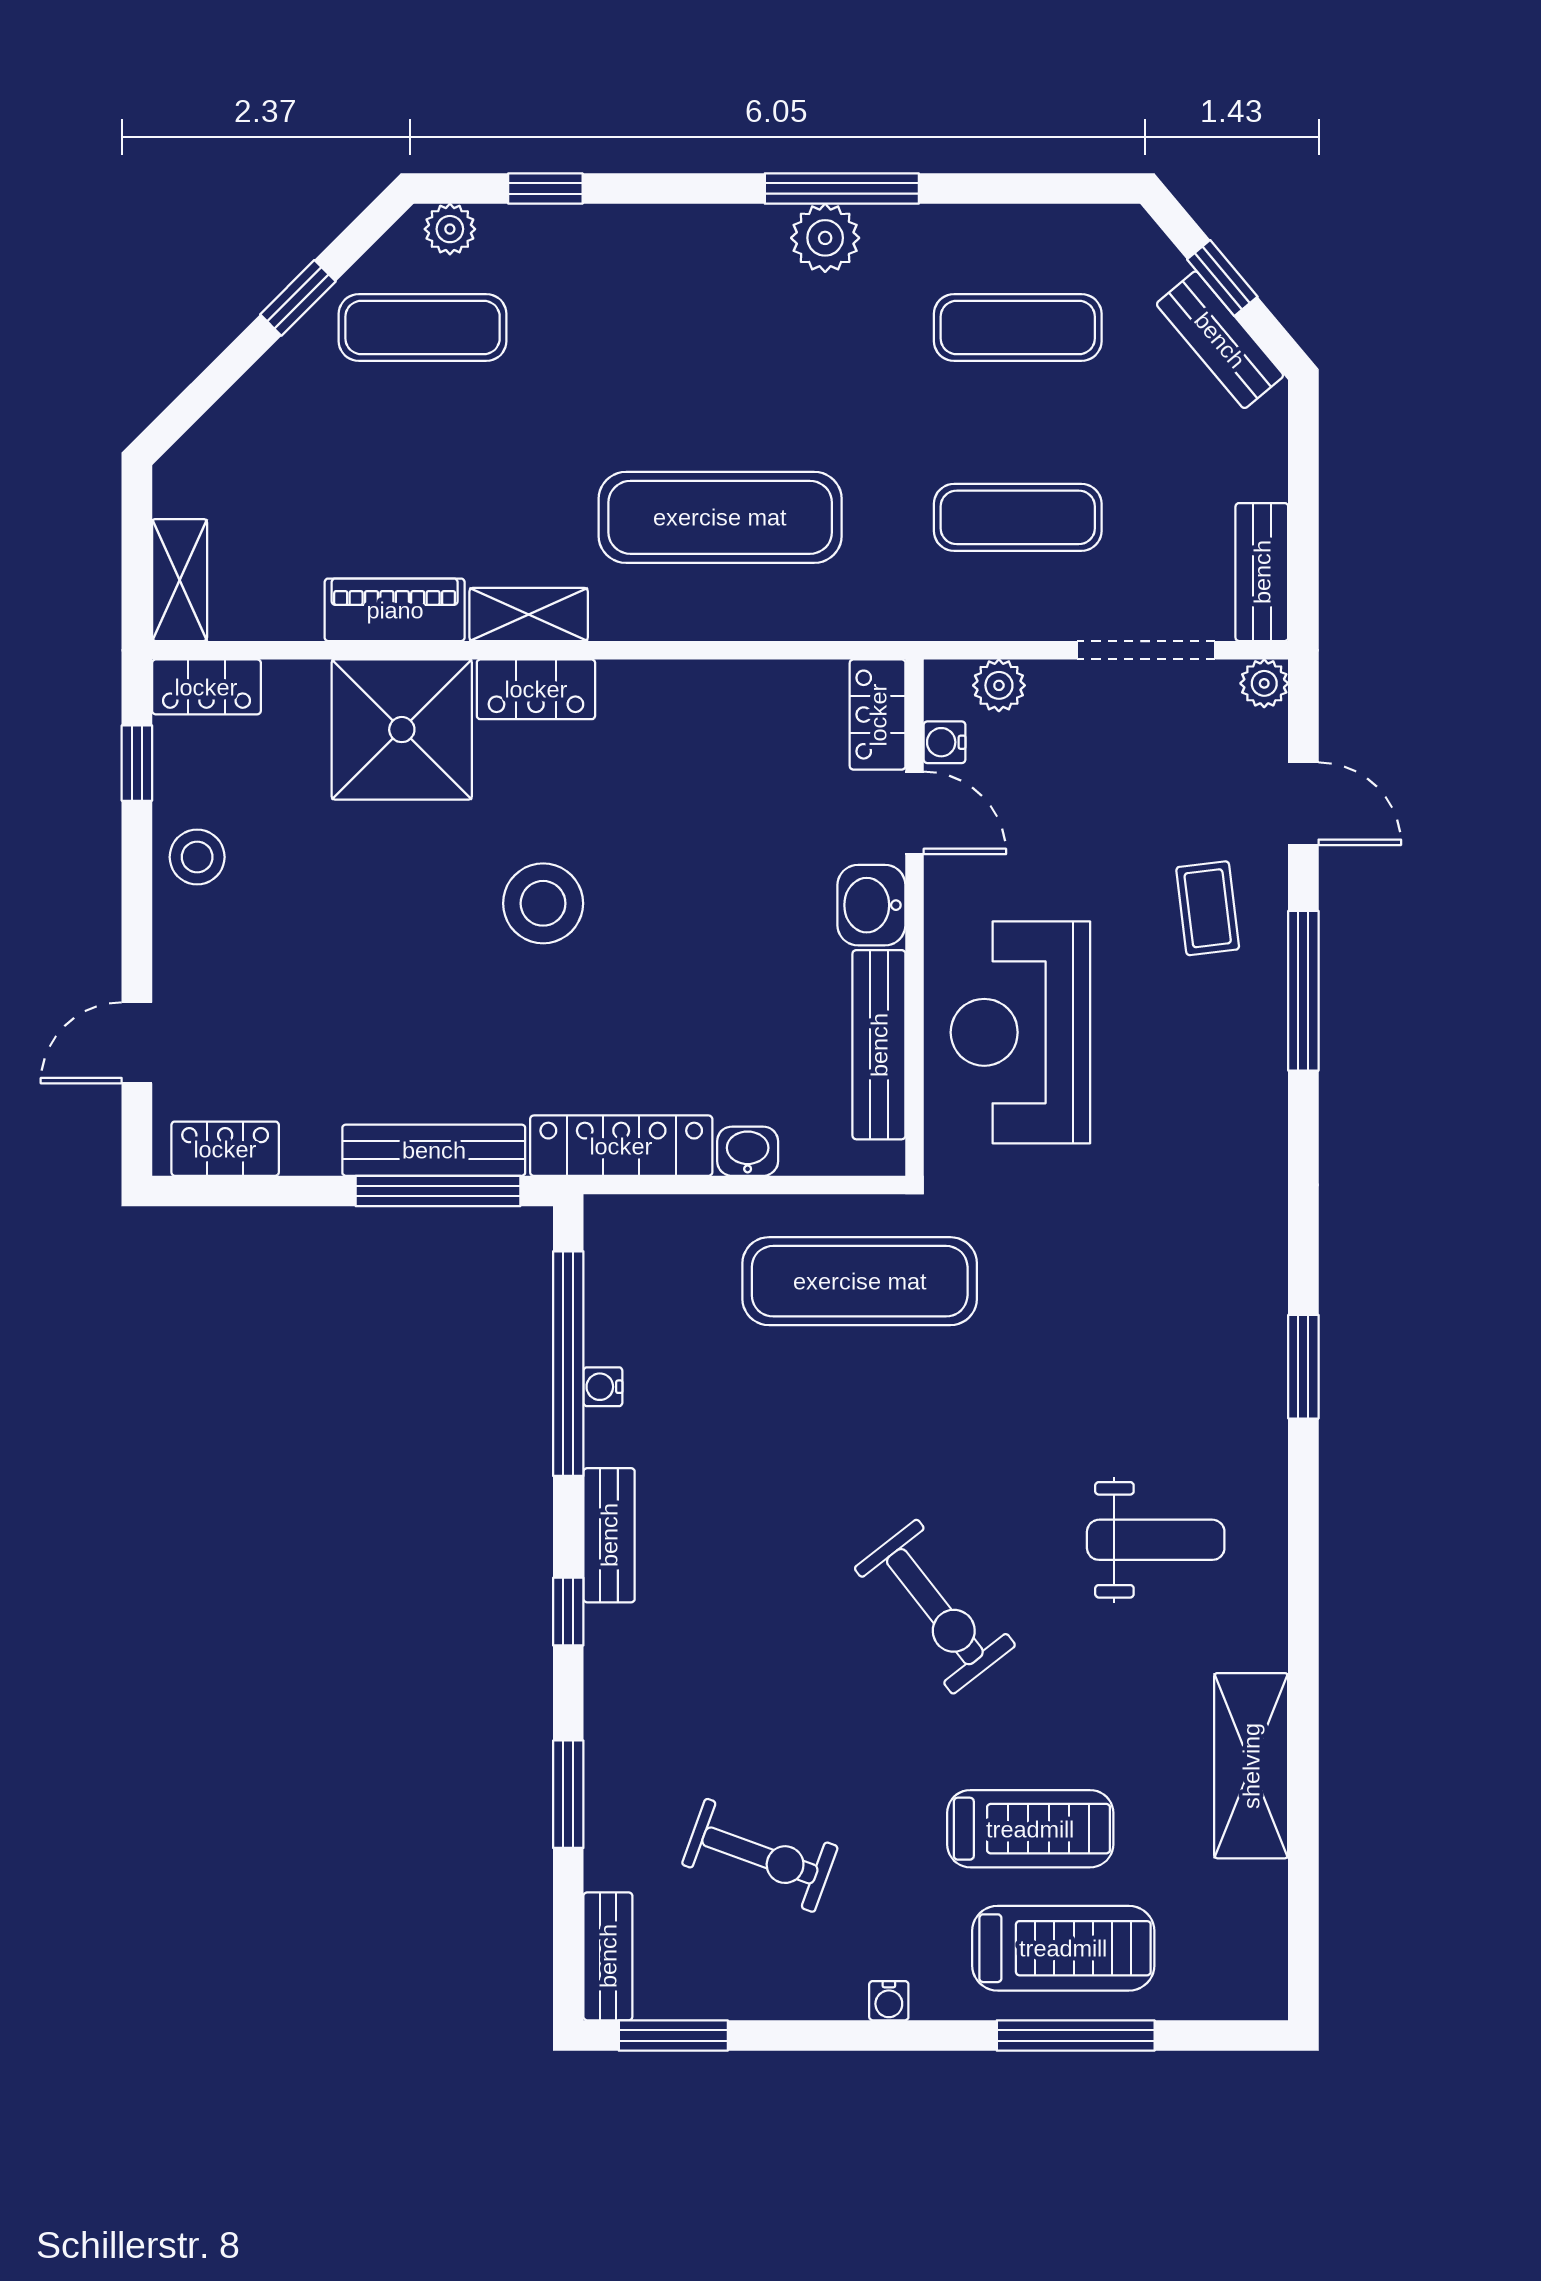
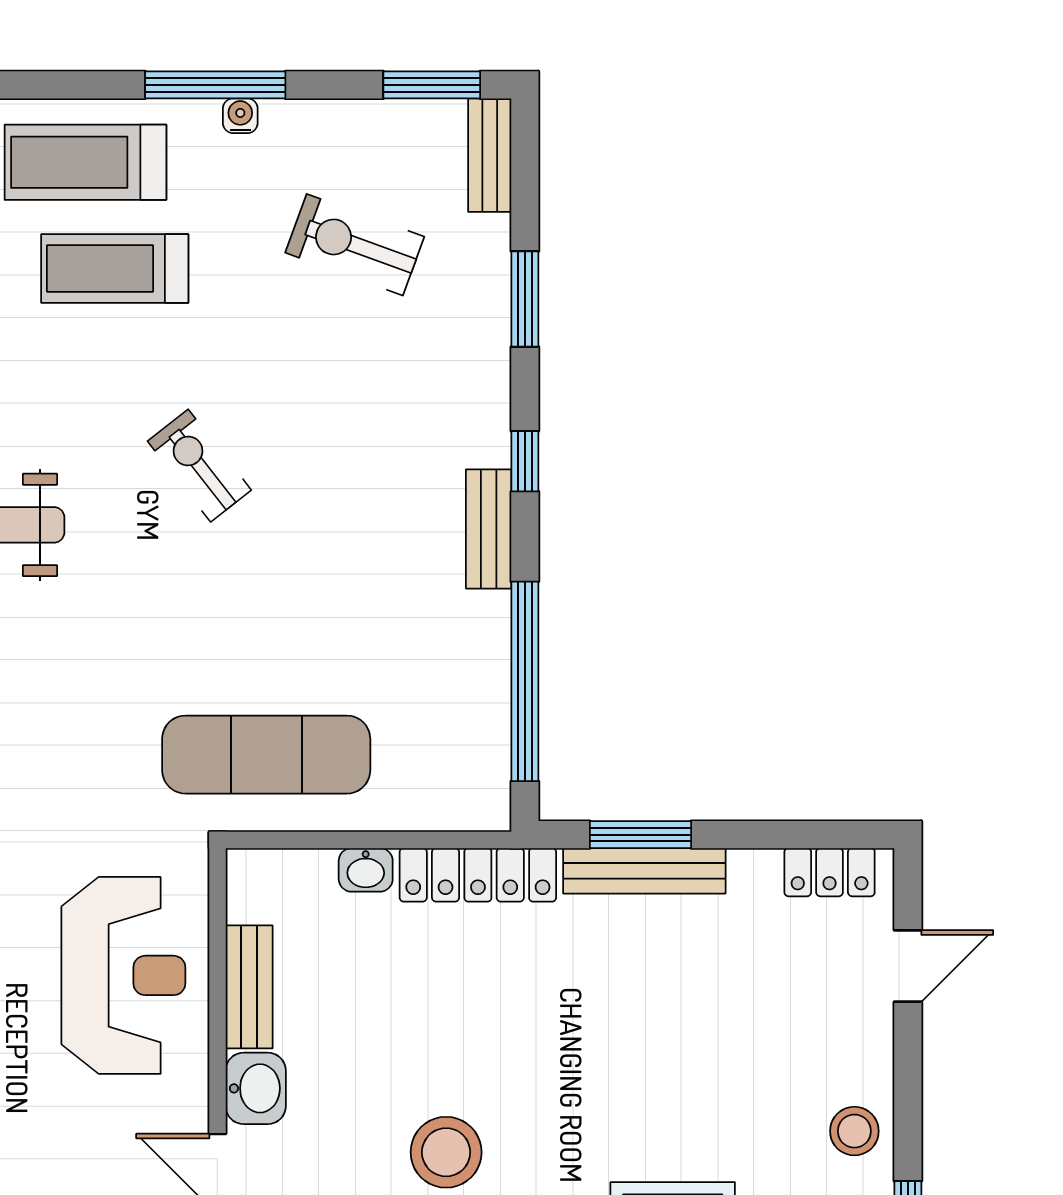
stool: (543, 903) -> (446, 1152), moved
bench: (879, 1045) -> (249, 987), width x0.73
window: (438, 1191) -> (641, 835), width x0.69
water cooler: (603, 1387) -> (494, 661), removed
exercise bike: (935, 1607) -> (199, 466), width x0.73, depth x0.72
window: (1076, 2036) -> (215, 85), moved

